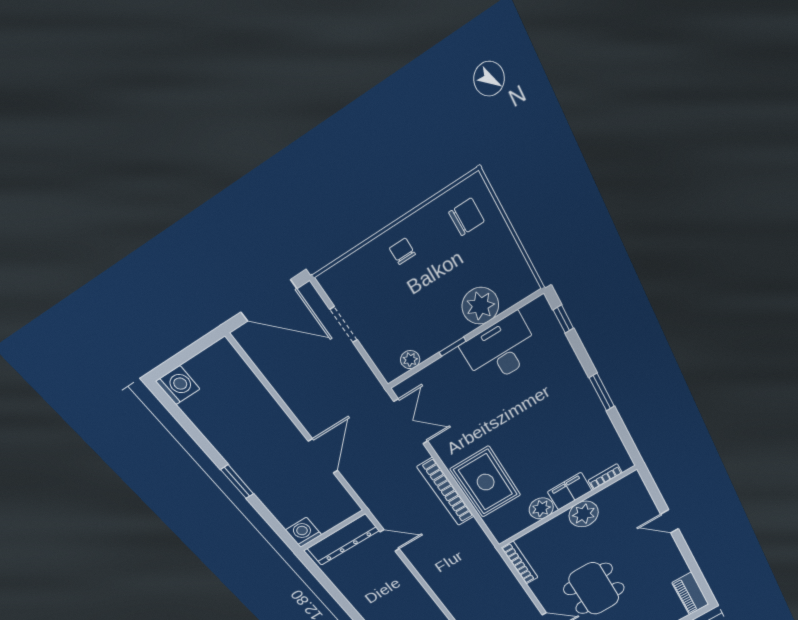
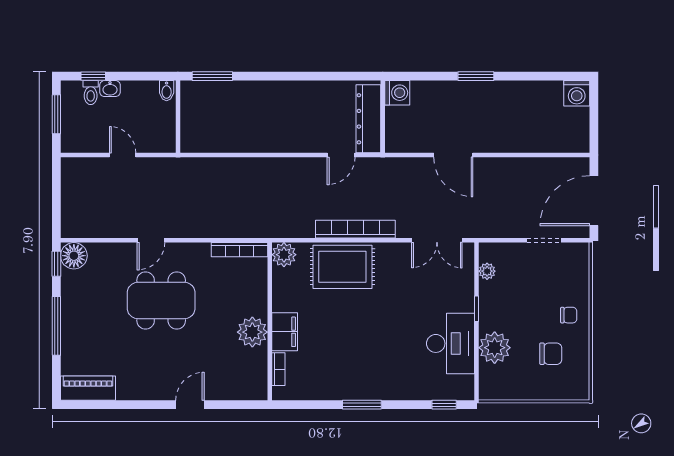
chair: (466, 217) -> (551, 354), moved, turned -90
plant: (541, 508) -> (284, 255), moved

